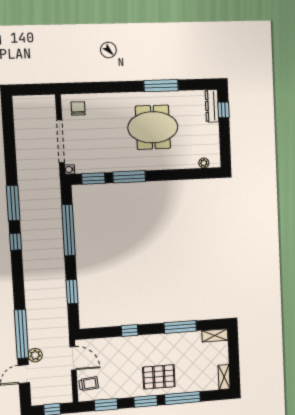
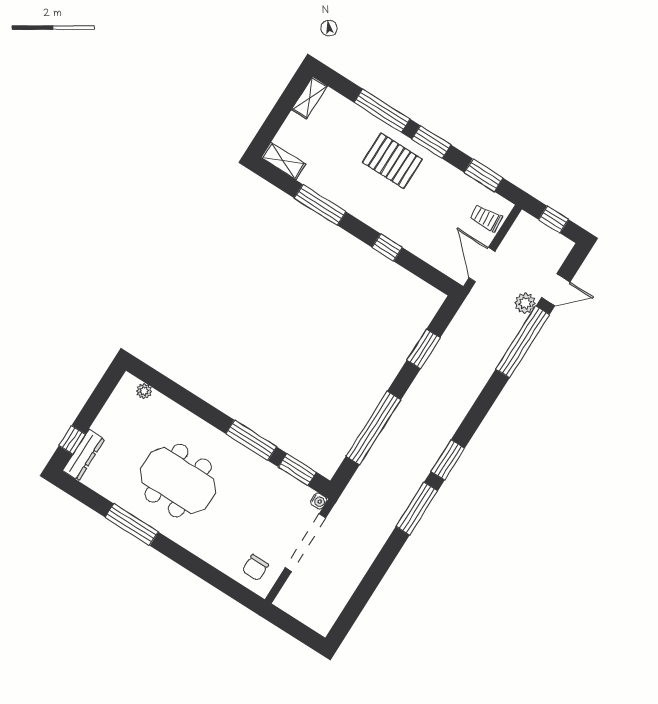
window: (16, 242) -> (448, 460), width x1.50

